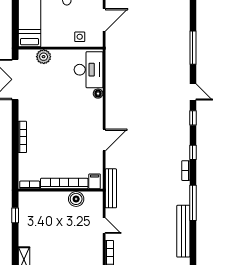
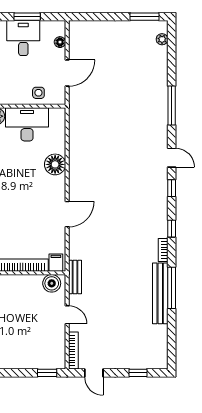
desk: (89, 70) -> (27, 124), moved, turned -90
floor lamp: (98, 94) -> (55, 164), width x1.89, depth x1.89
bench: (111, 188) -> (75, 277), width x0.73
boiler: (76, 199) -> (52, 283), moved
bench: (183, 231) -> (160, 293), moved

